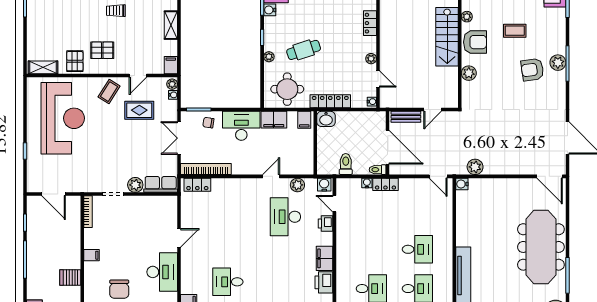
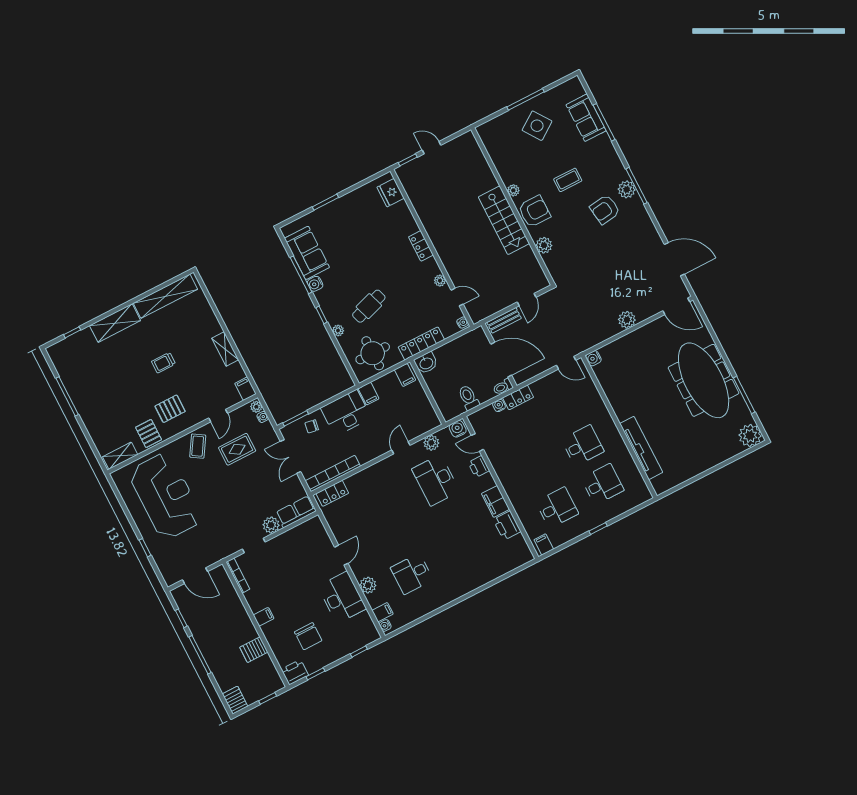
filing cabinet: (274, 120) -> (369, 394), width x0.50
plant: (475, 167) -> (627, 320), moved
plant: (188, 273) -> (368, 585), added

